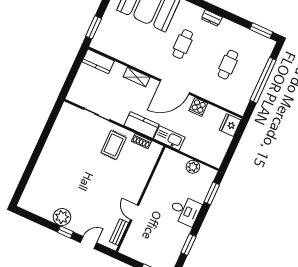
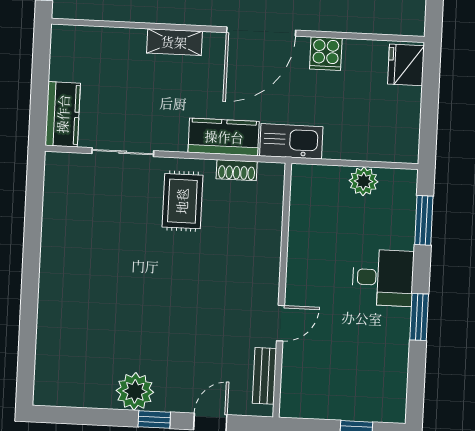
kitchen counter: (98, 61) -> (63, 114), moved, turned -90
door: (134, 213) -> (281, 323), swing flipped
window: (188, 245) -> (419, 317), moved

